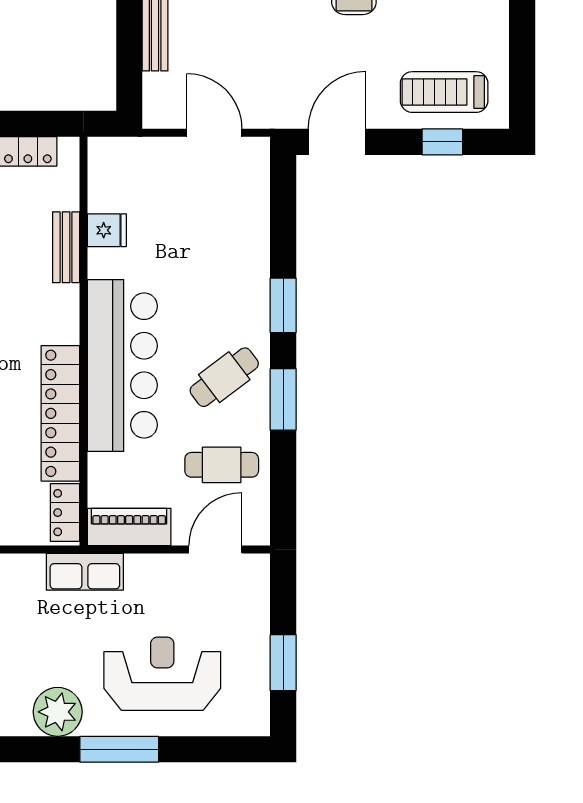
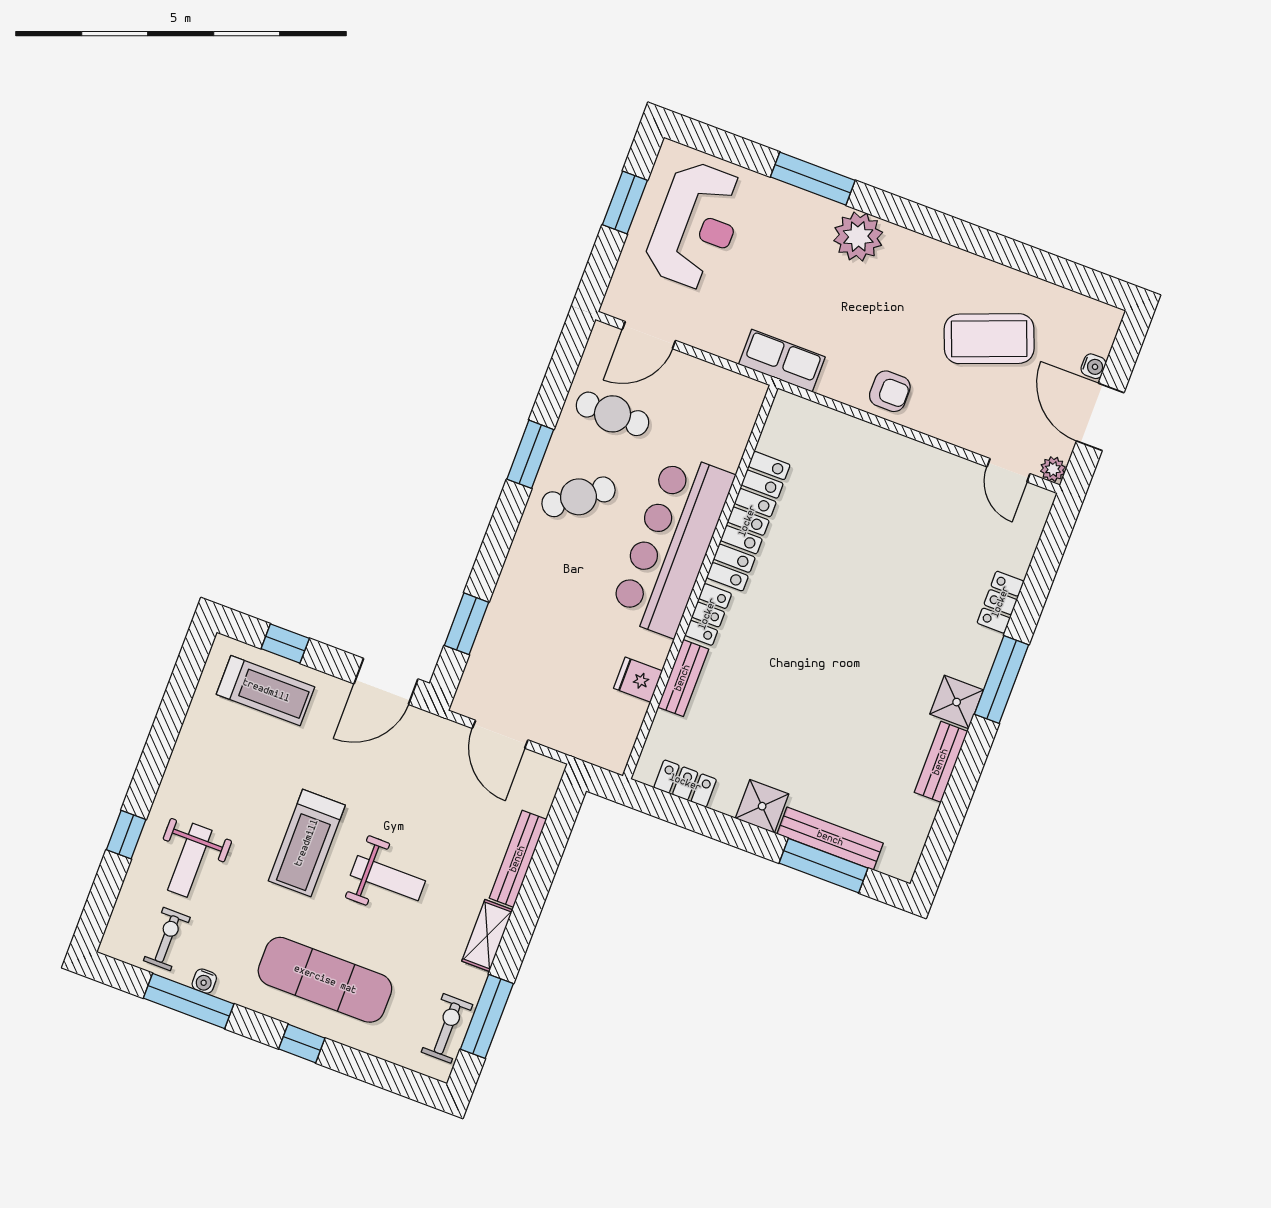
window: (283, 305) -> (466, 624), moved
locker: (65, 513) -> (708, 614), moved
piano: (129, 527) -> (723, 388), removed
reception desk: (162, 674) -> (696, 225), moved, turned -90

